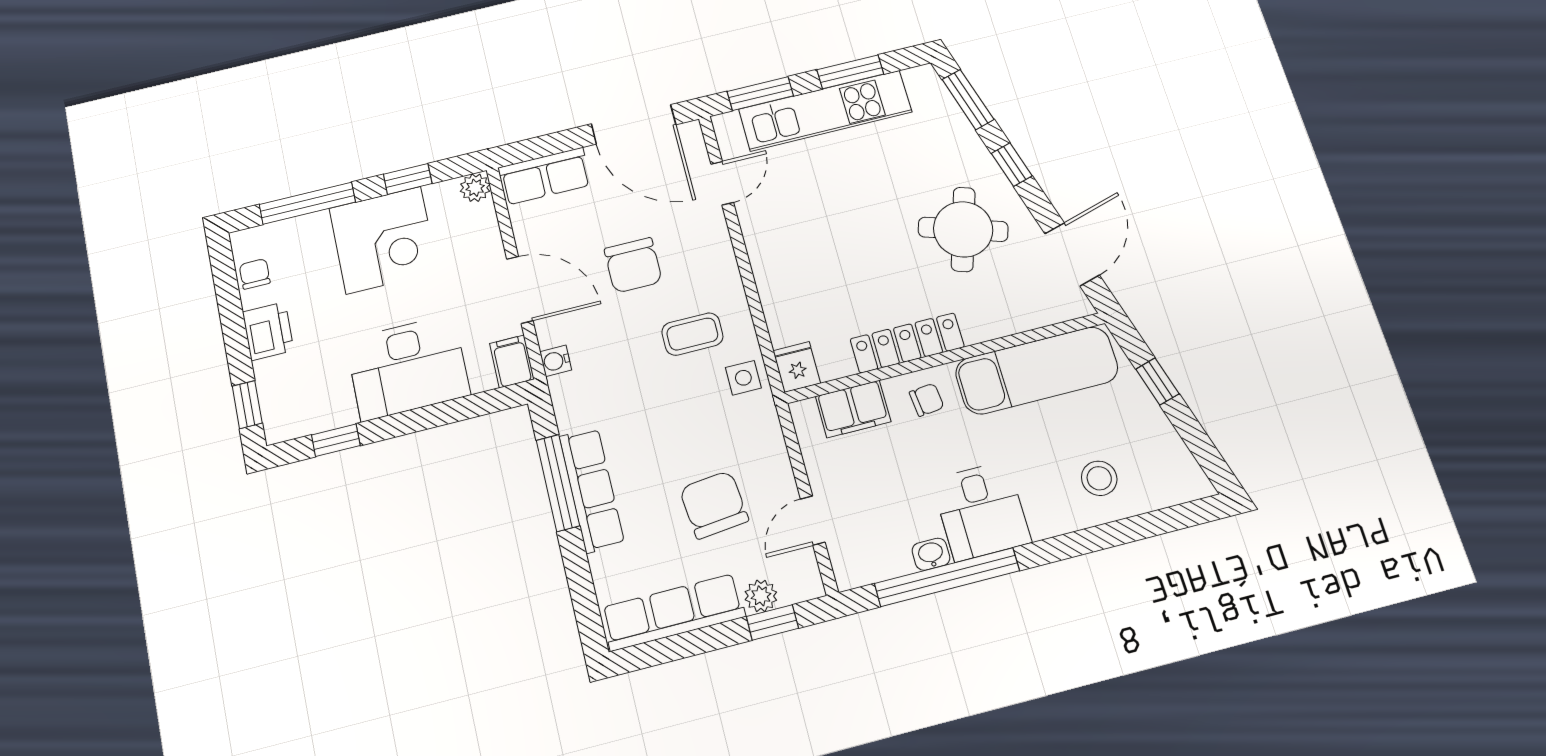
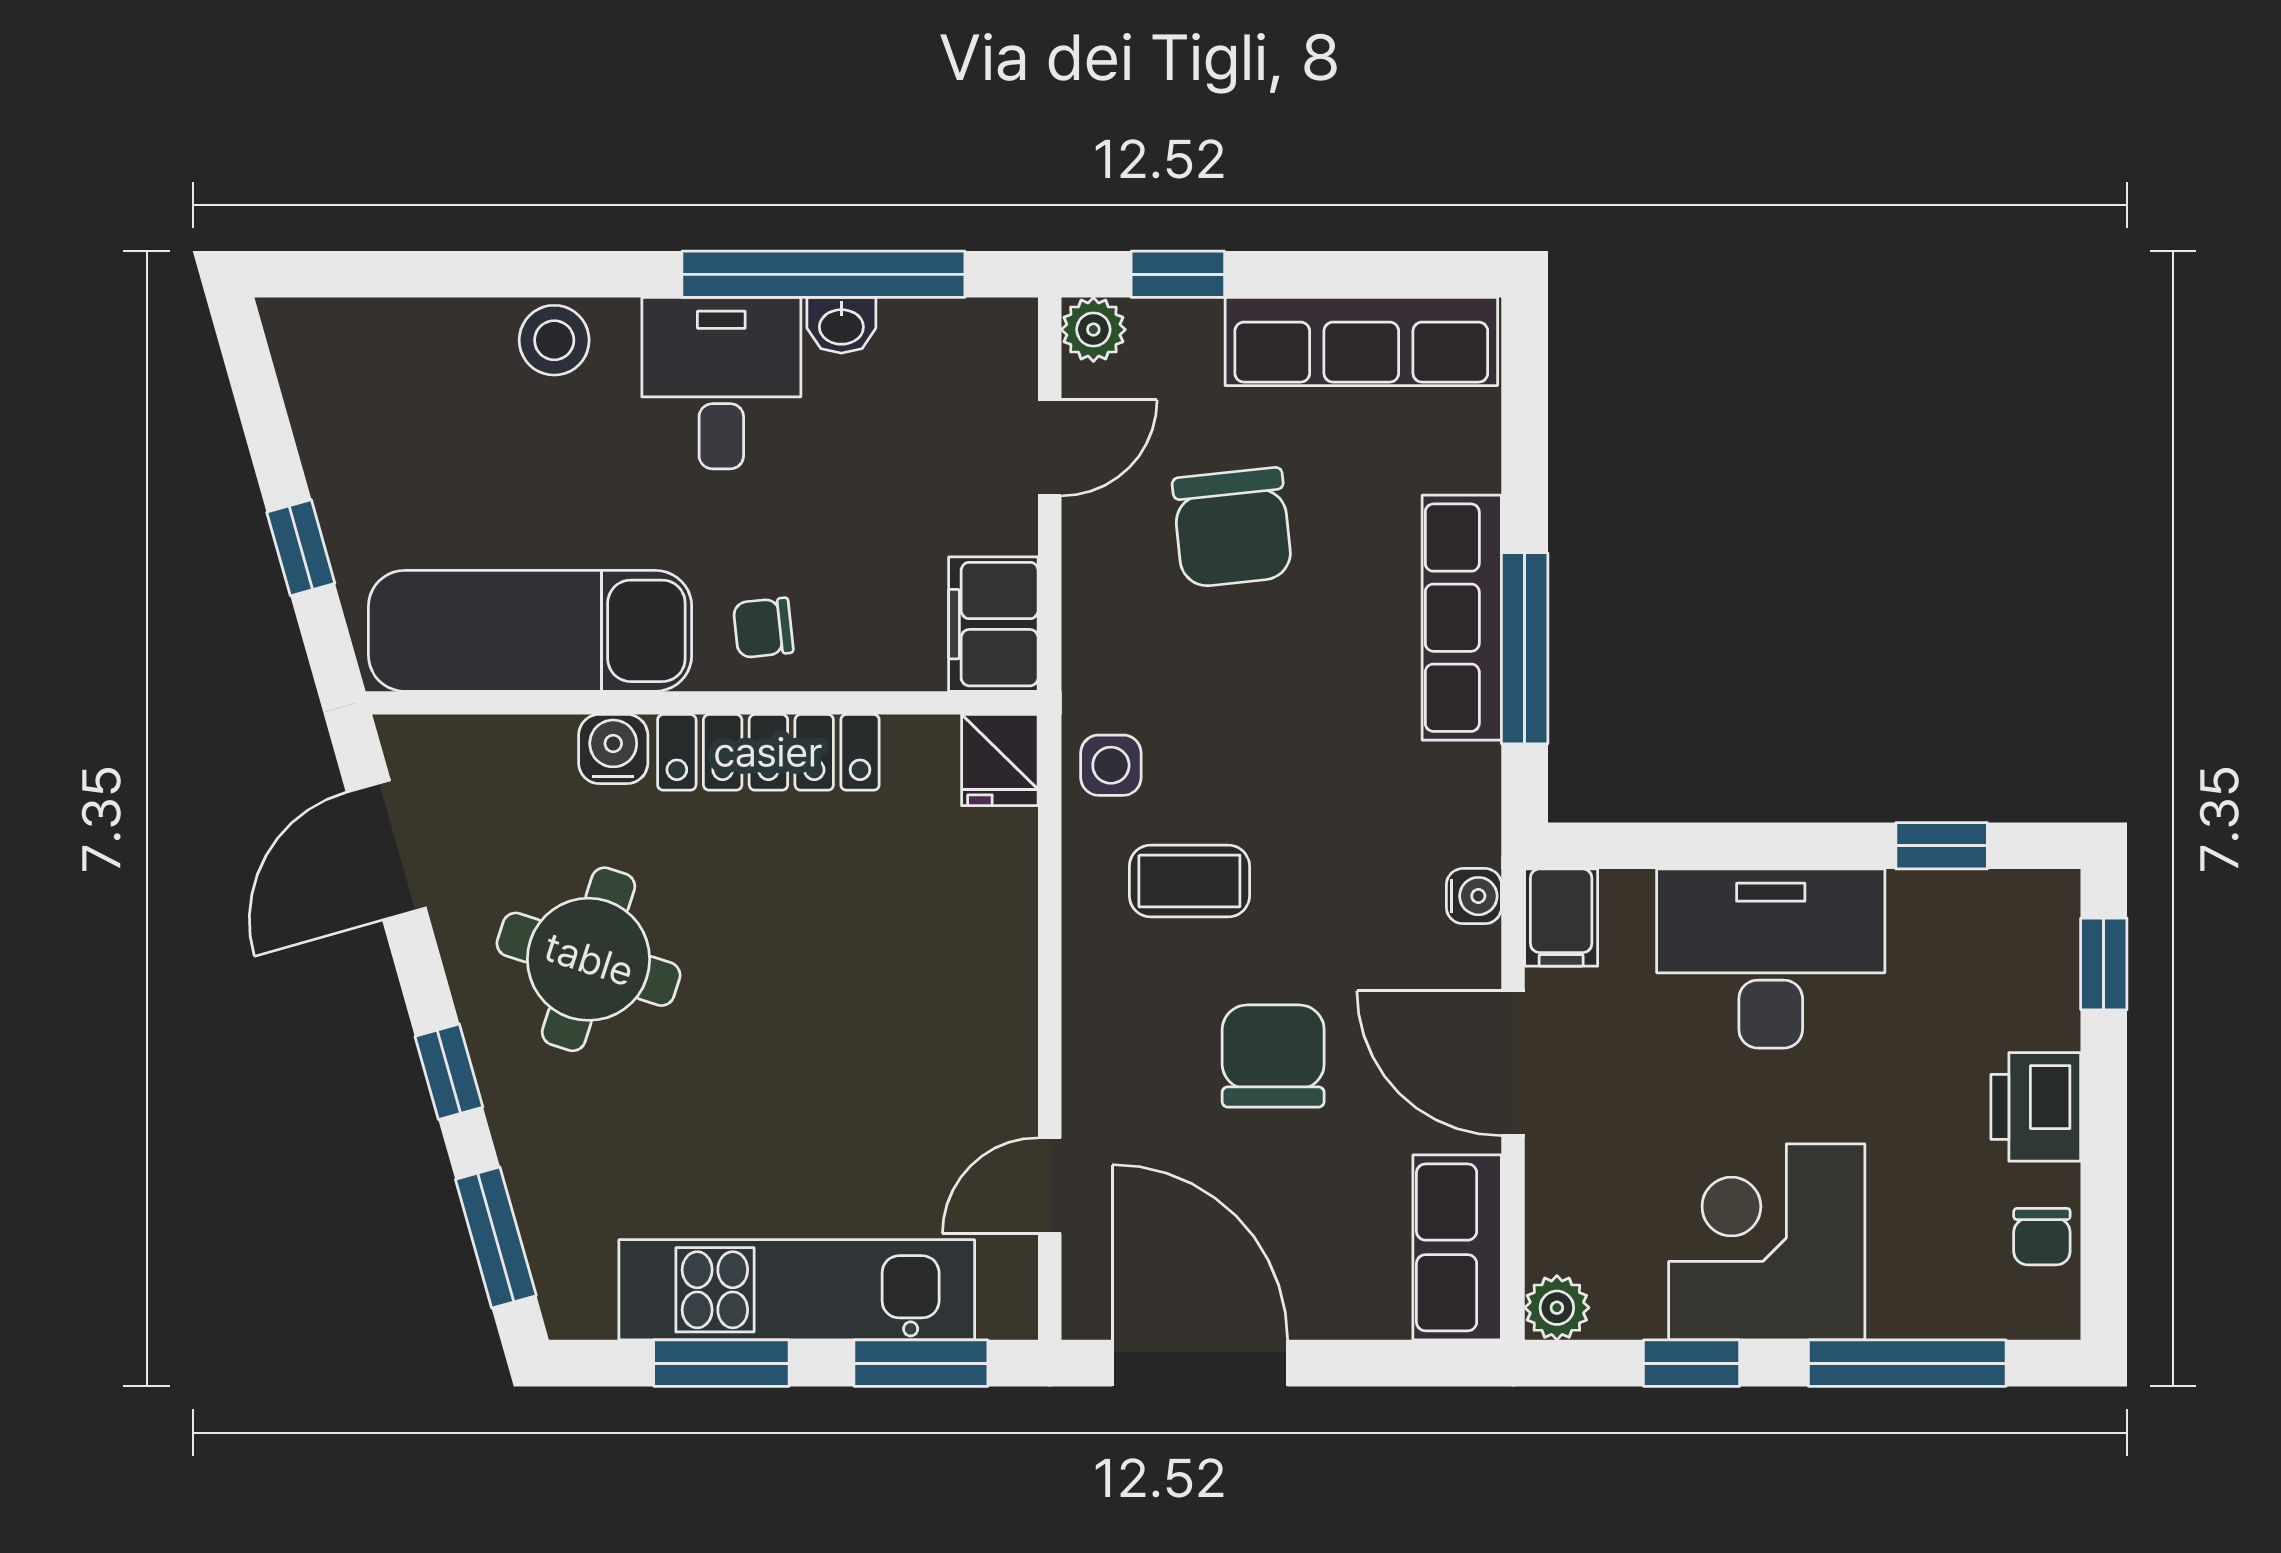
row of seats: (545, 176) -> (1457, 1247), moved, turned -90
water cooler: (981, 326) -> (613, 749), added
filing cabinet: (853, 409) -> (993, 624), moved, turned -90
stool: (1099, 478) -> (554, 340), moved
plant: (761, 596) -> (1093, 330), moved

